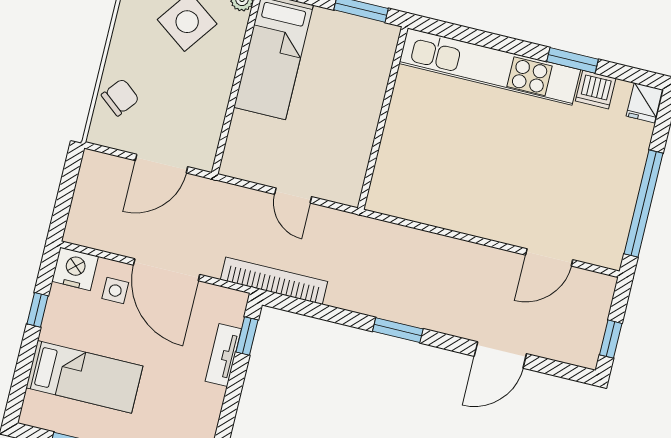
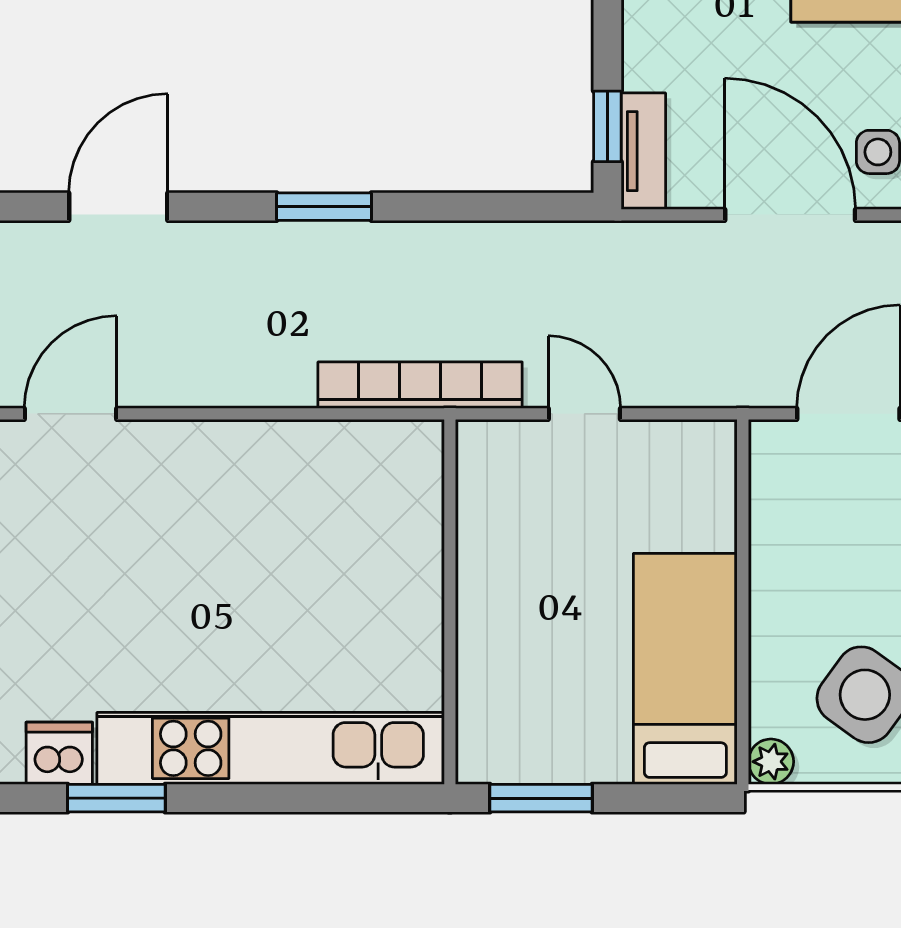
bookcase: (274, 281) -> (420, 385), moved, turned 180
tv unit: (223, 355) -> (643, 151), moved

